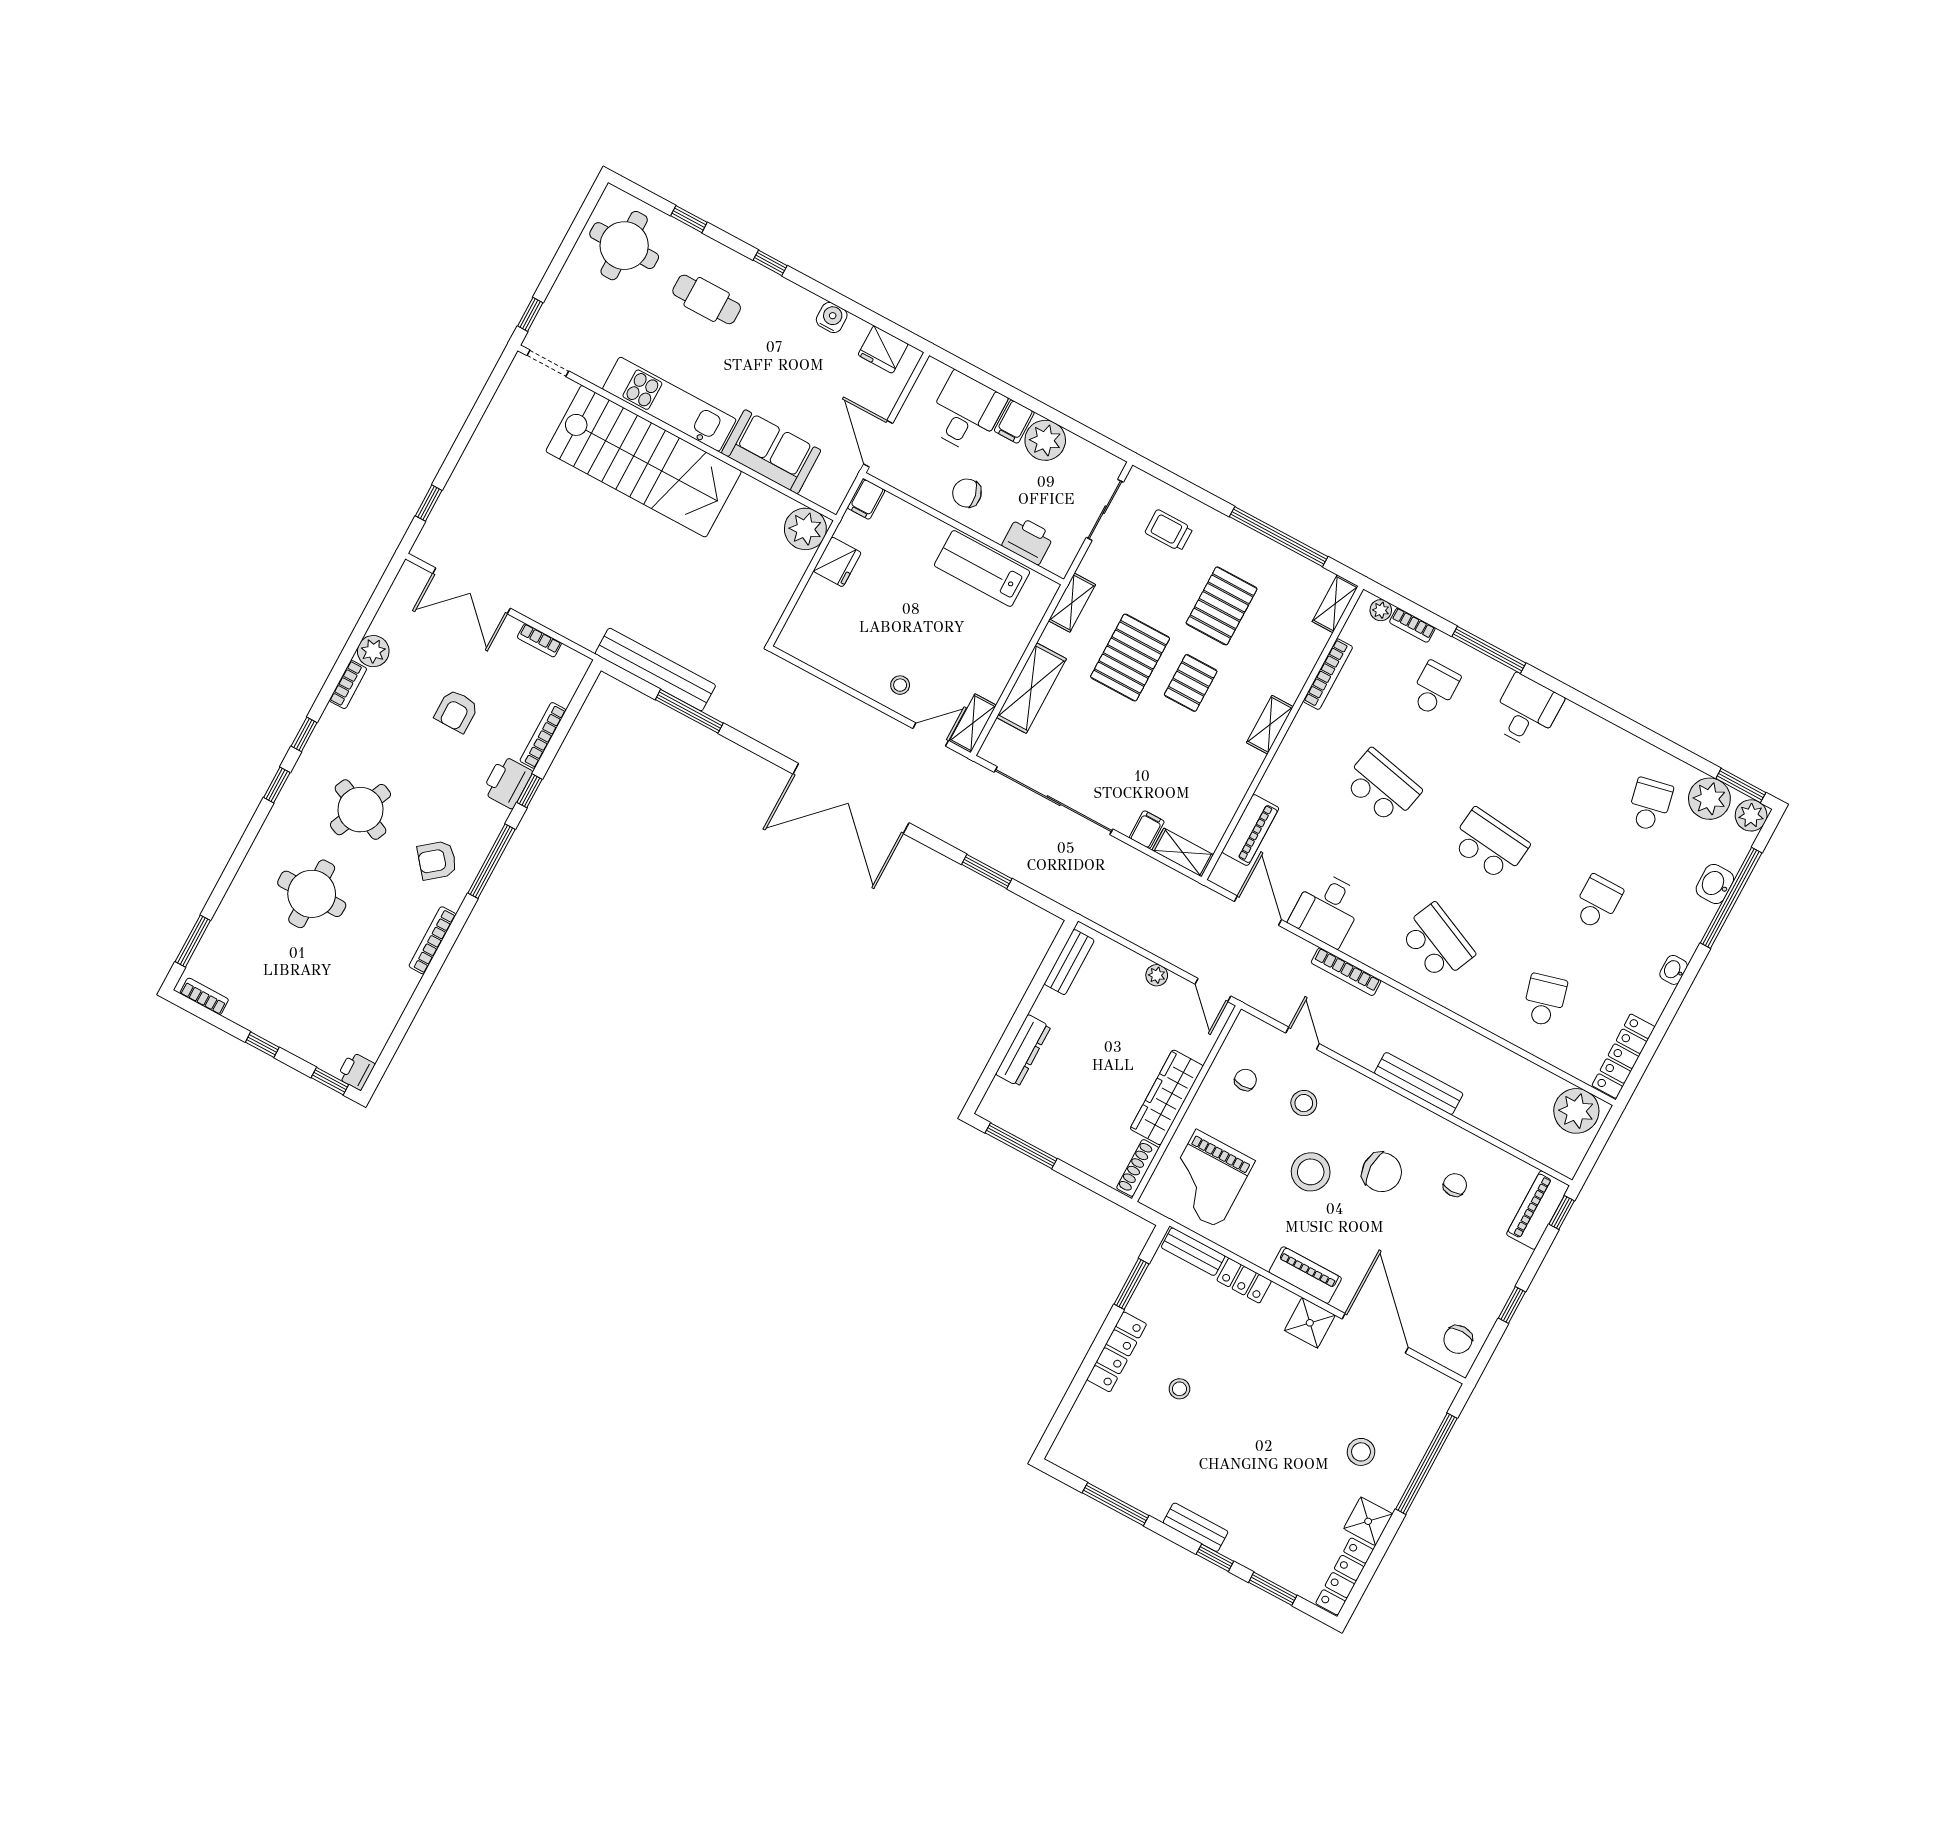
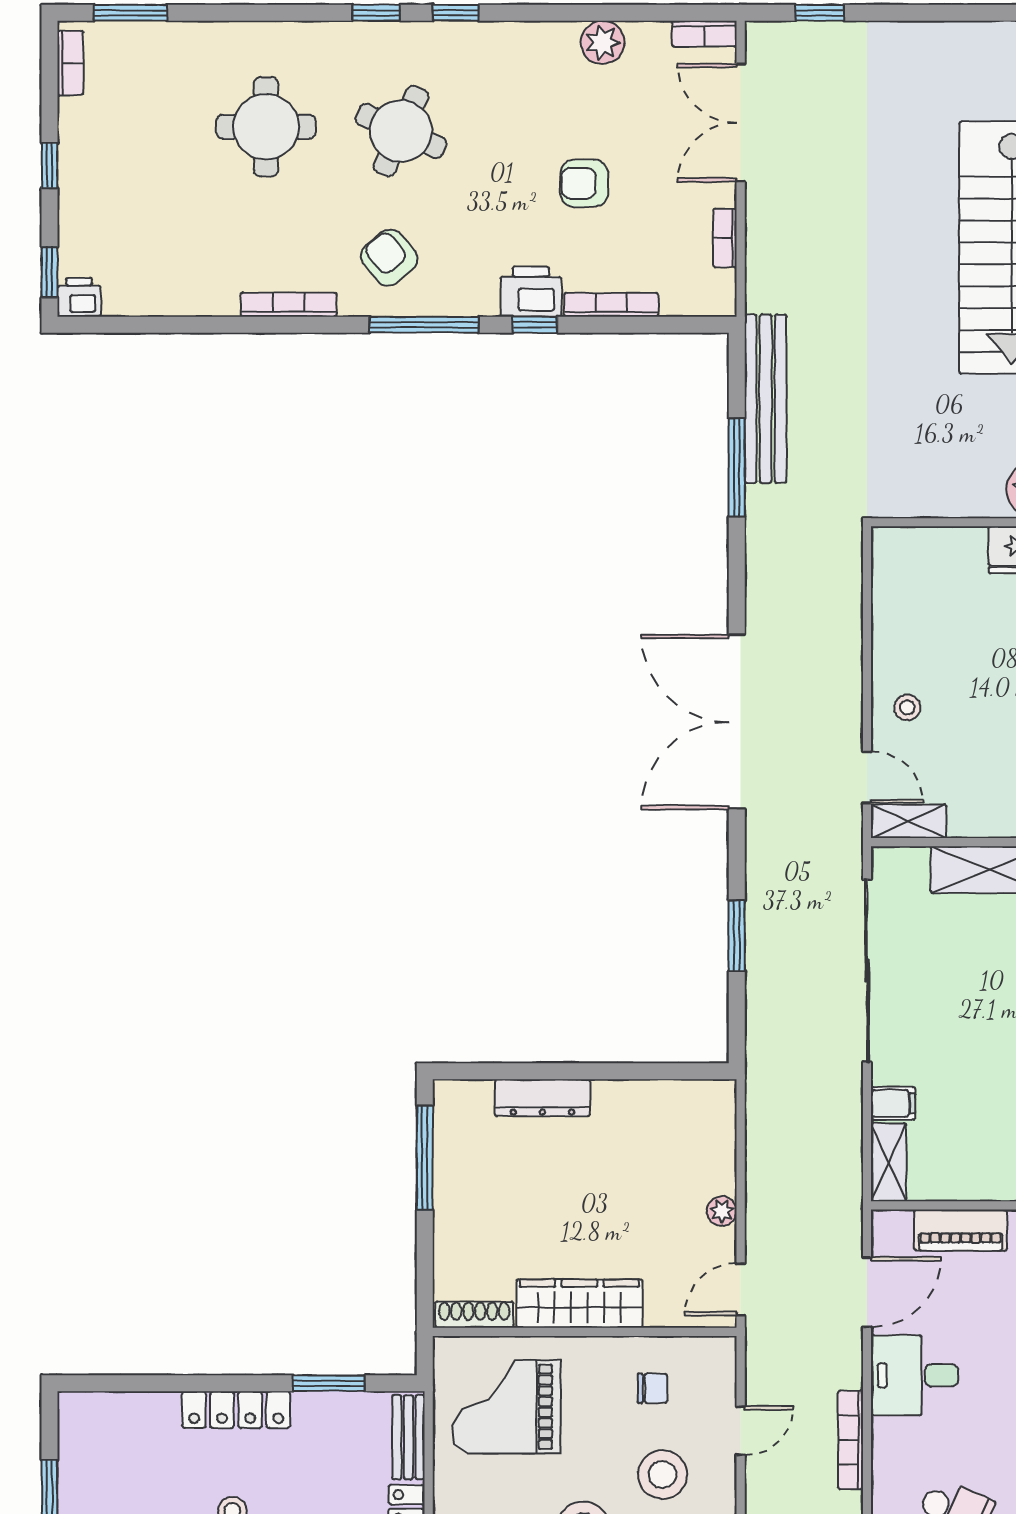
bookcase: (348, 685) -> (704, 34), moved
bench: (1069, 962) -> (680, 1096), removed
stool: (1304, 1103) -> (663, 1475), width x1.38, depth x1.38

